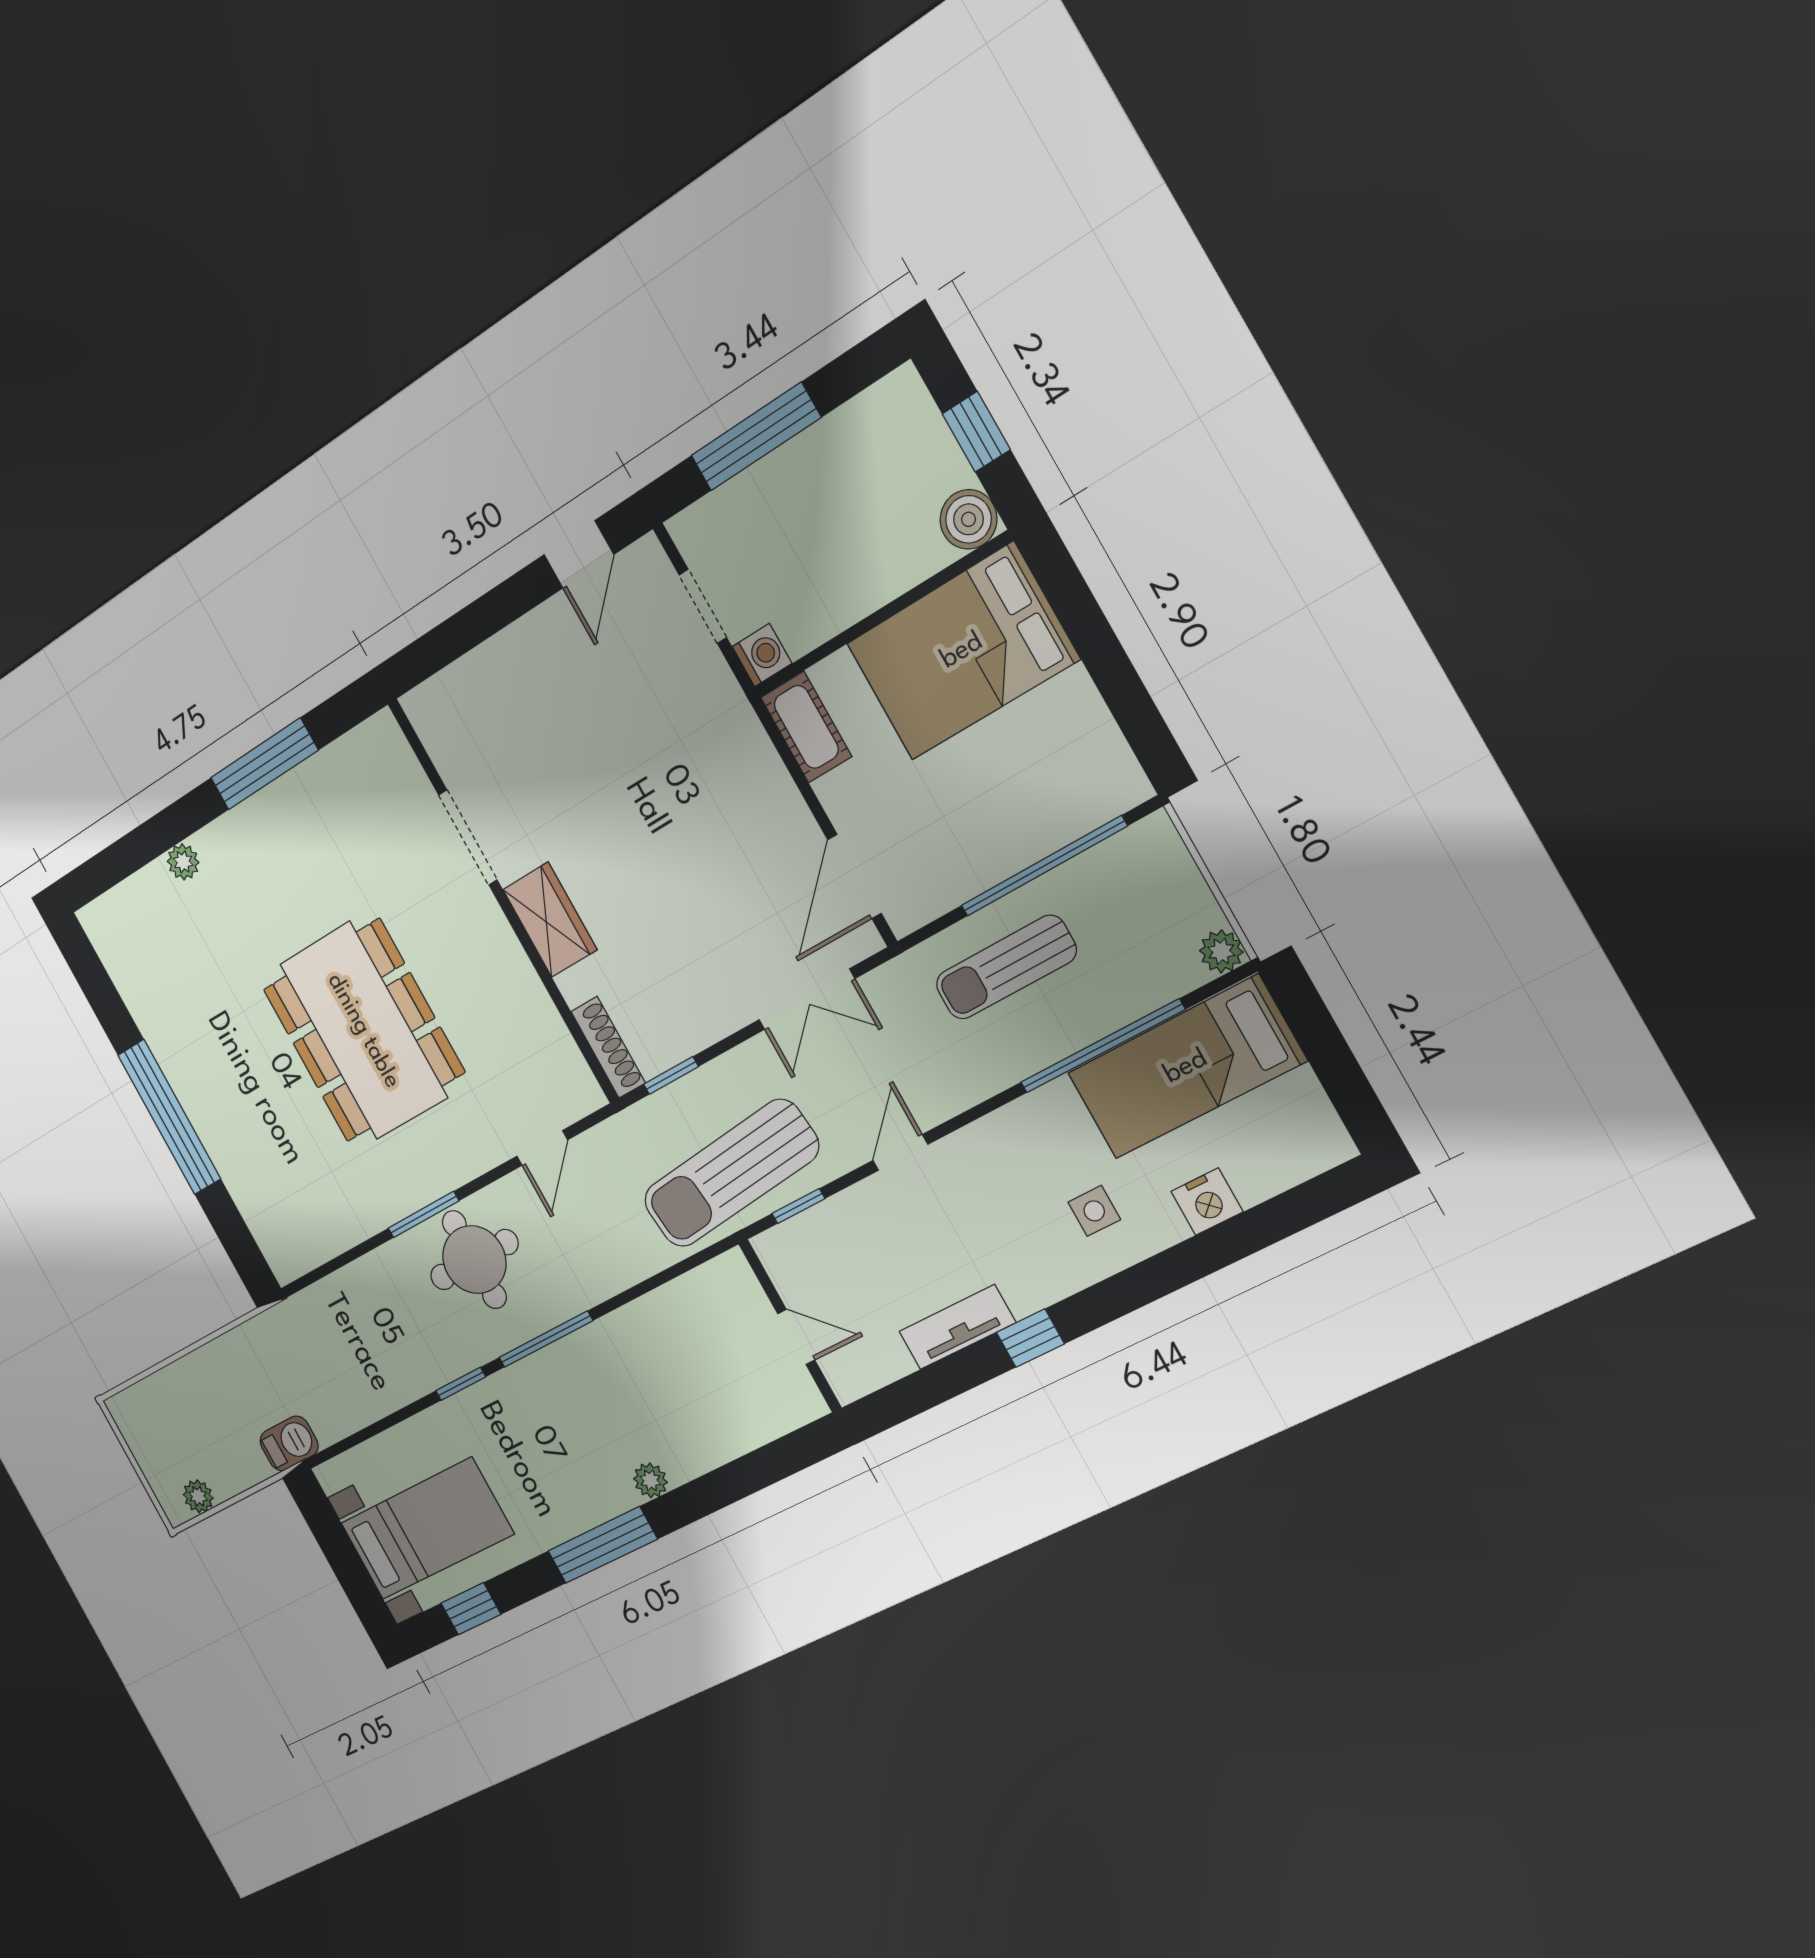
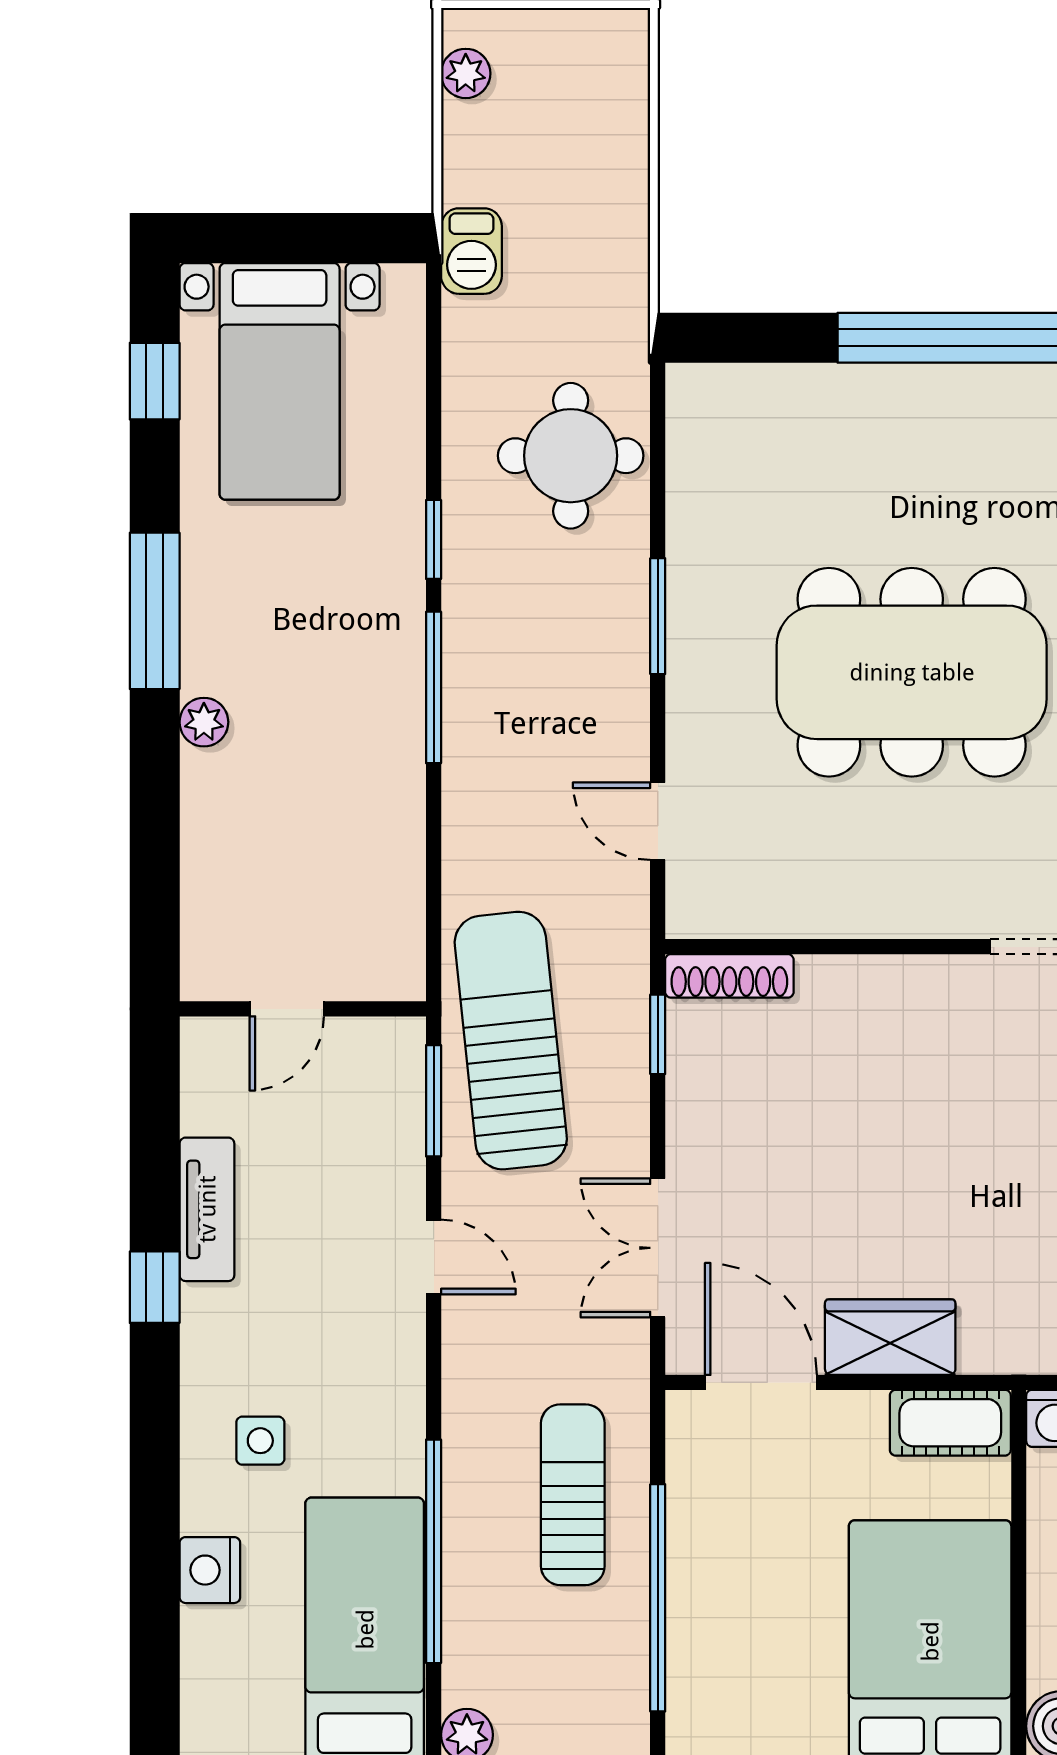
wardrobe: (550, 920) -> (890, 1337), moved, turned 180
window: (798, 1206) -> (434, 1101), width x1.50
round table: (474, 1260) -> (571, 456), moved

